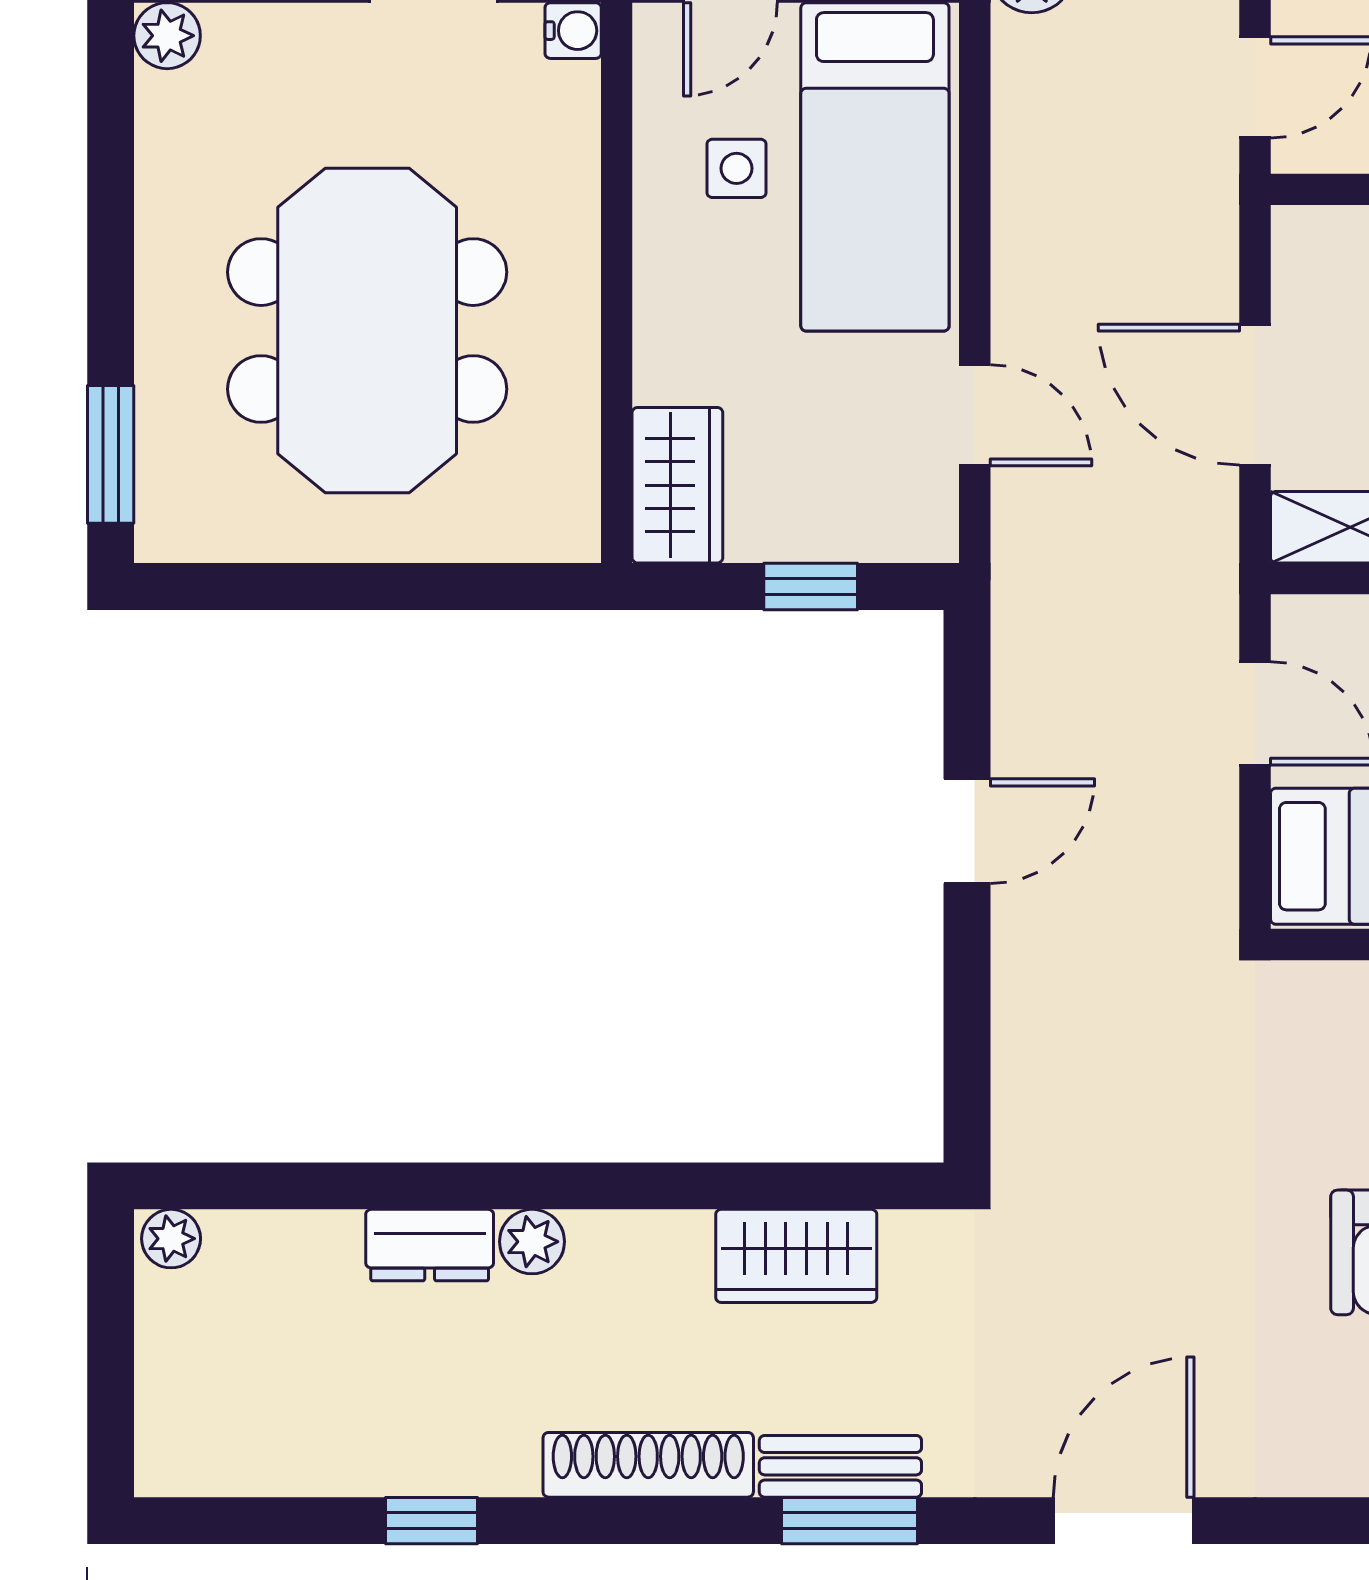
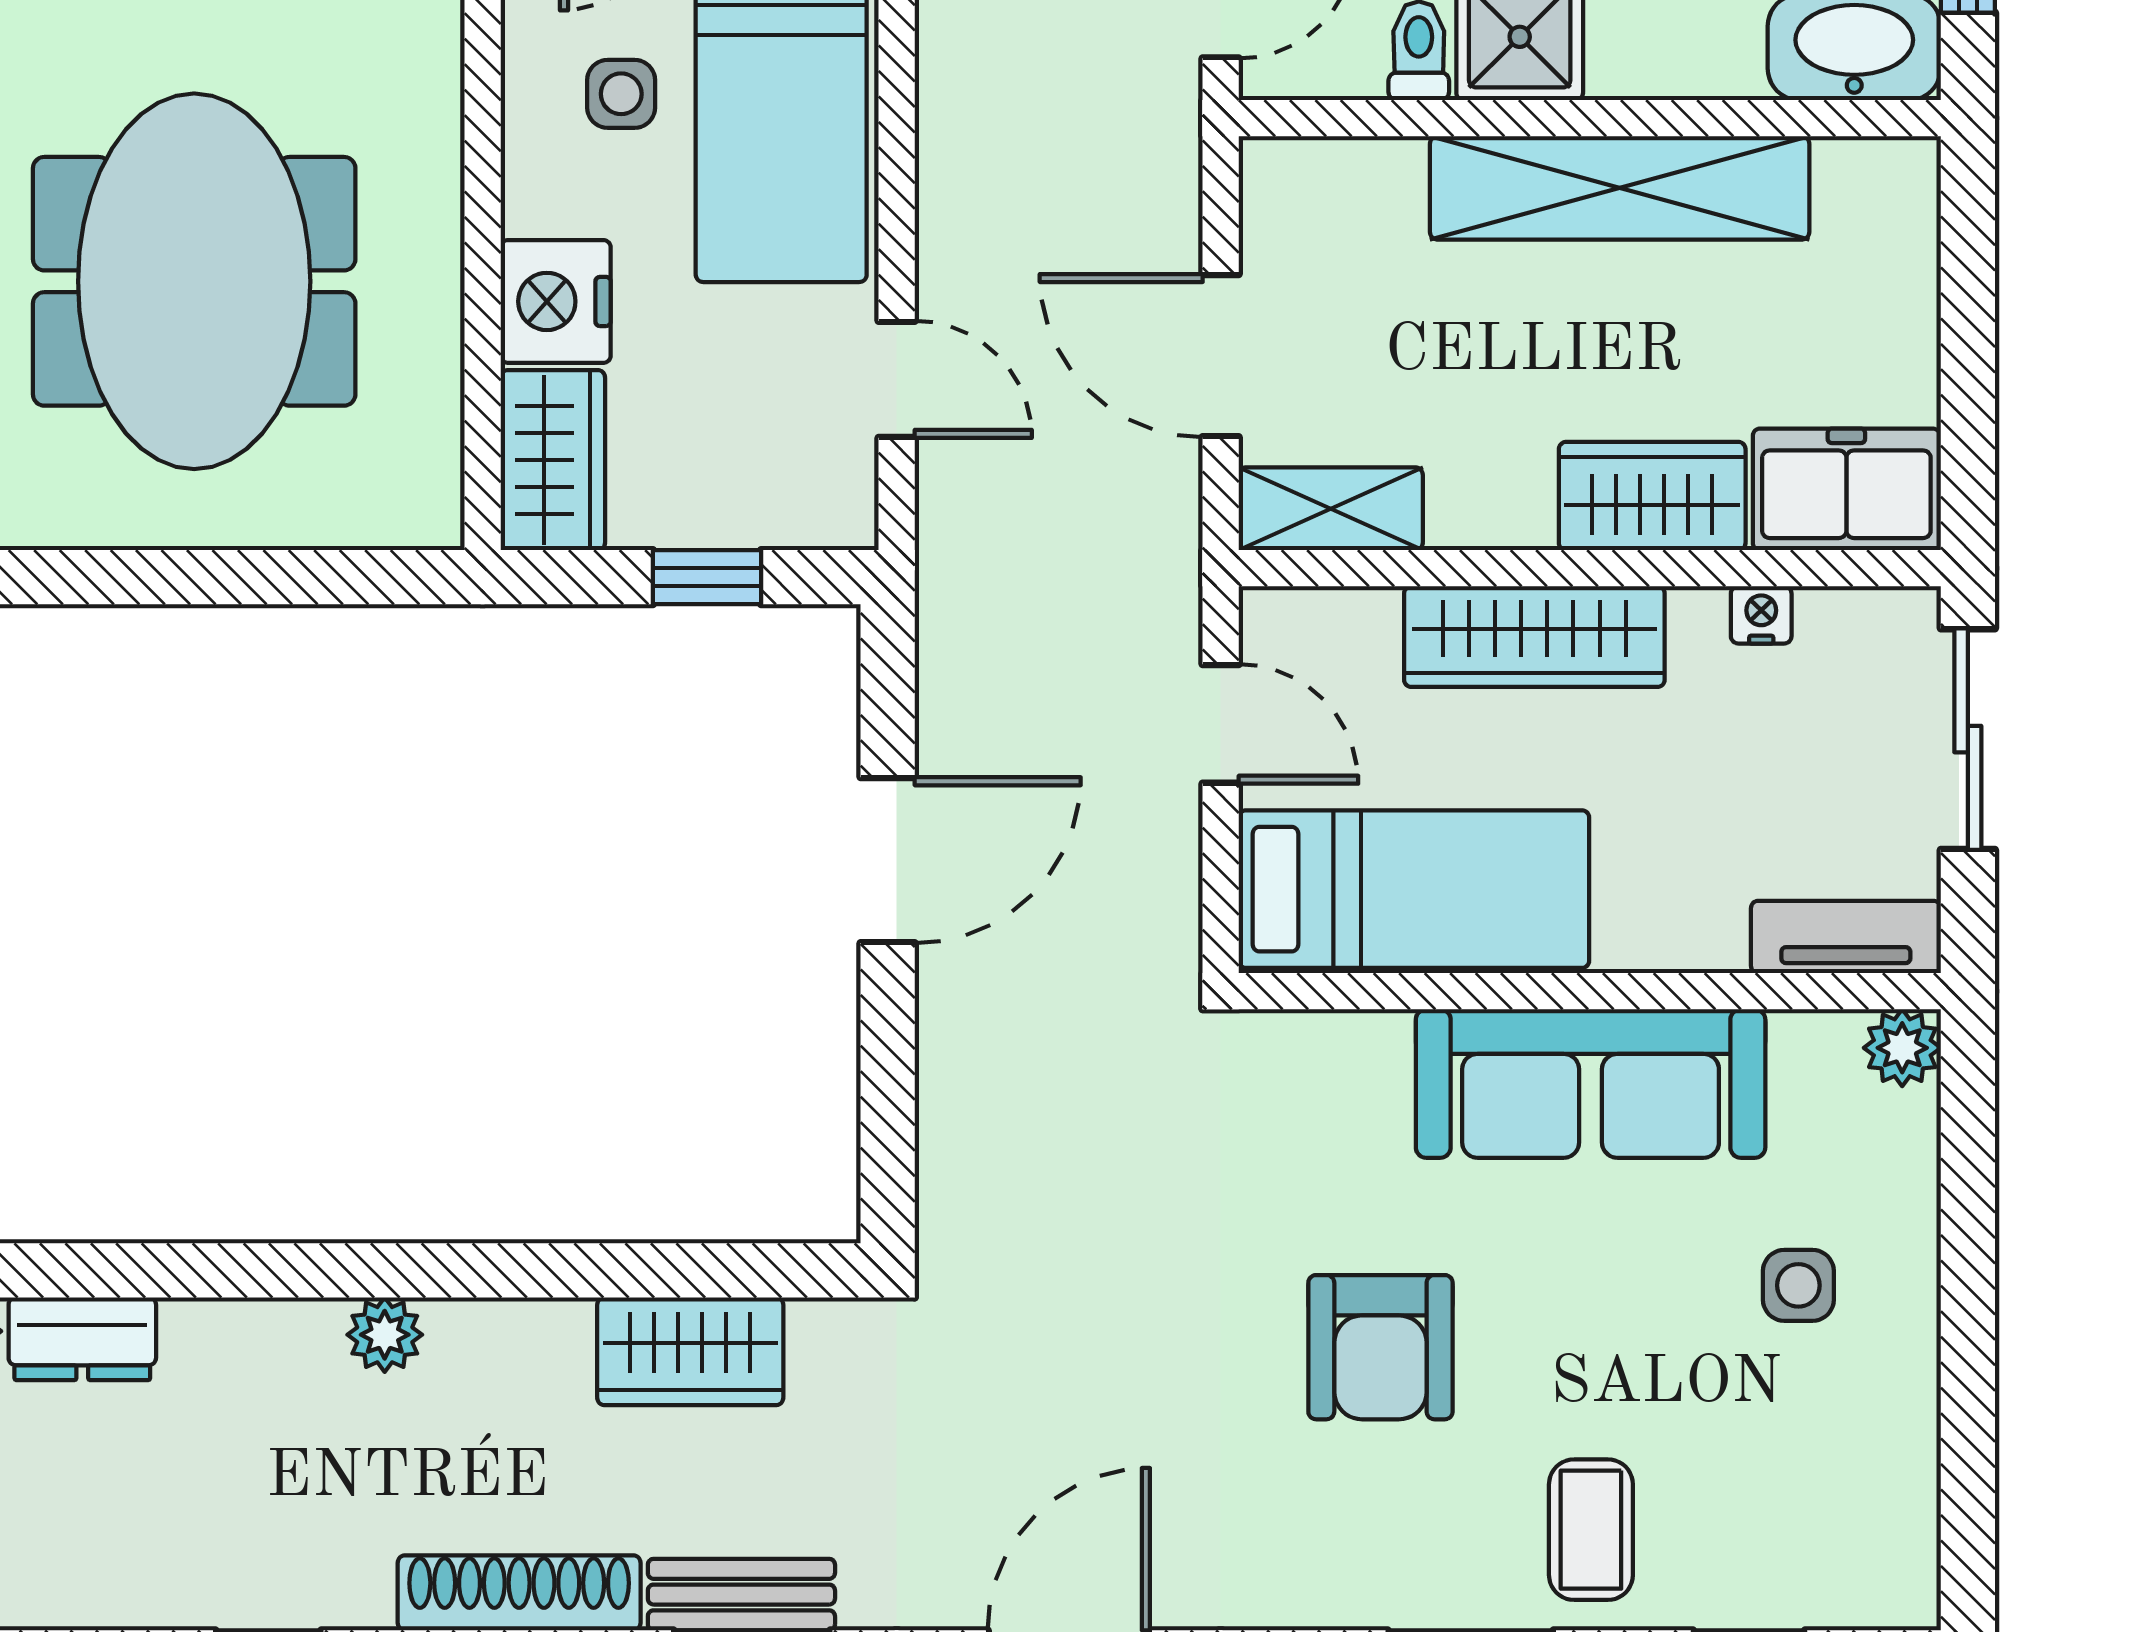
nightstand: (680, 348) -> (556, 301), added
door: (967, 831) -> (888, 860), width x1.38
dresser: (430, 1245) -> (82, 1339), moved

